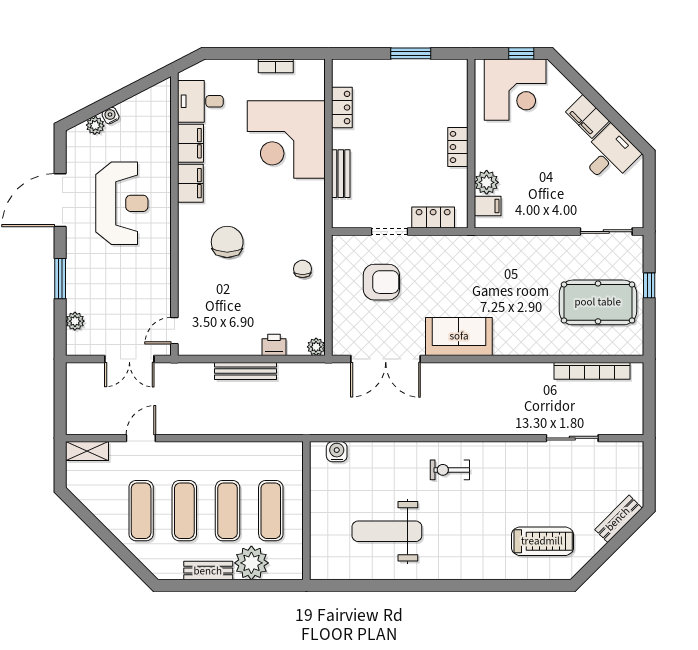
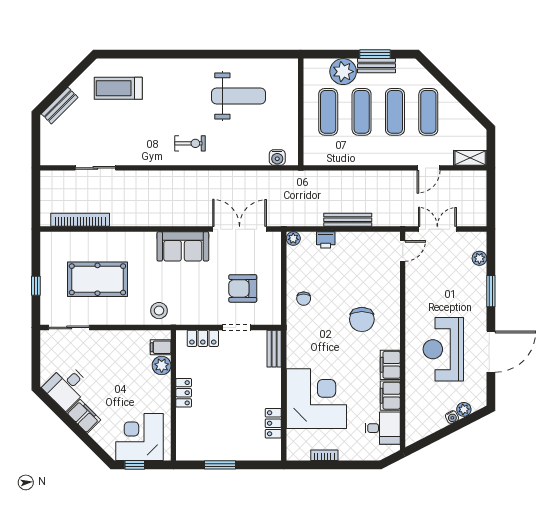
bench: (341, 174) -> (274, 349), moved
stool: (490, 253) -> (159, 311), added
pool table: (598, 302) -> (97, 279), moved
window: (210, 585) -> (375, 54), added

